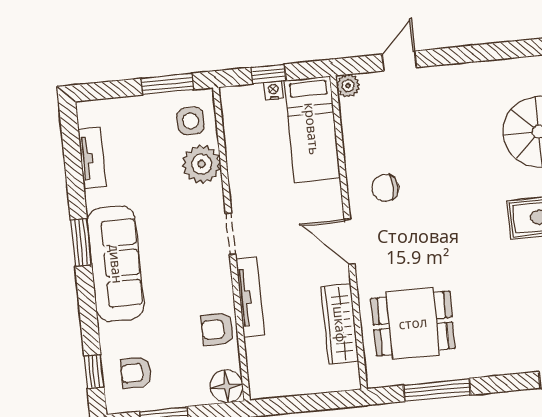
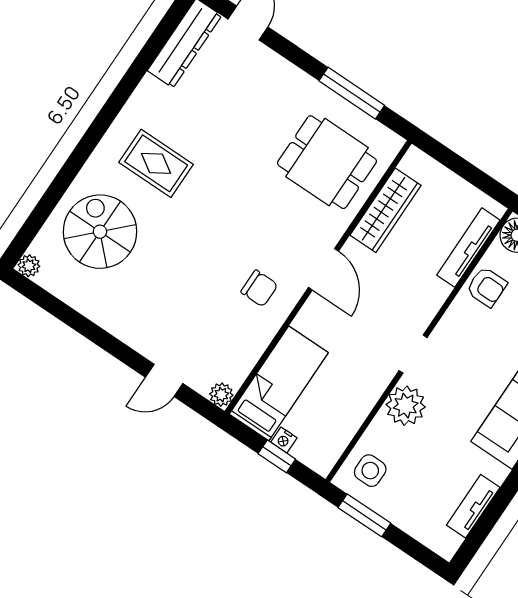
plant: (202, 164) -> (406, 406), moved
tv unit: (250, 297) -> (468, 248), moved

